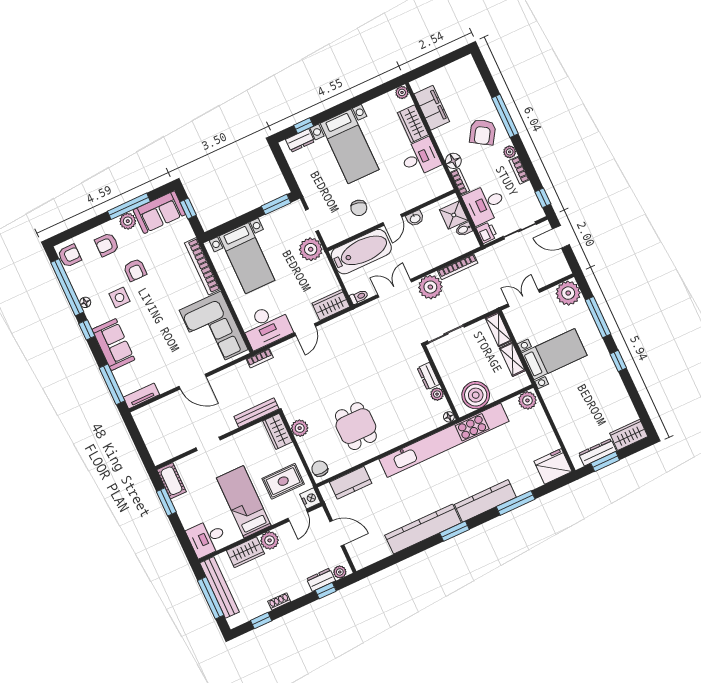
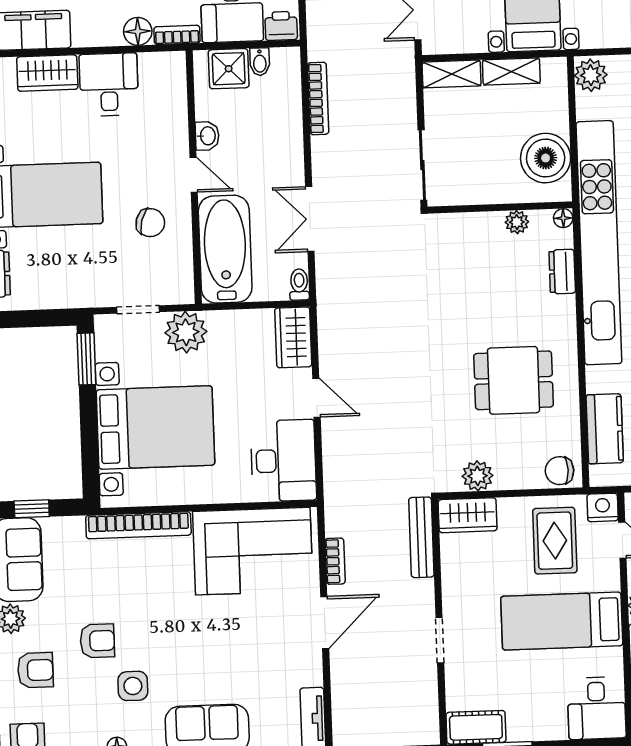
armchair: (107, 245) -> (35, 670), turned -90
bed with nightstands: (247, 258) -> (155, 427), width x1.36
plant: (430, 287) -> (333, 158), removed
bookcase: (260, 358) -> (335, 561), moved
dresser: (428, 376) -> (562, 272), moved, turned 90

